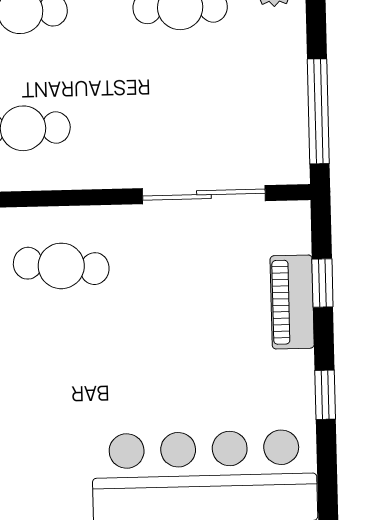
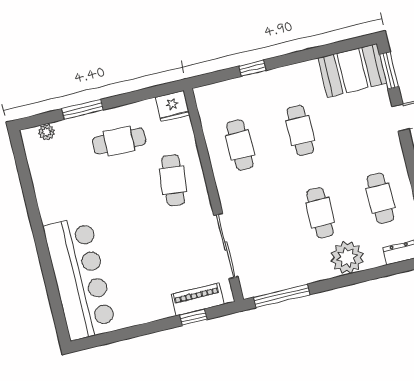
piano: (292, 302) -> (198, 299), moved
window: (325, 395) -> (136, 331), removed

